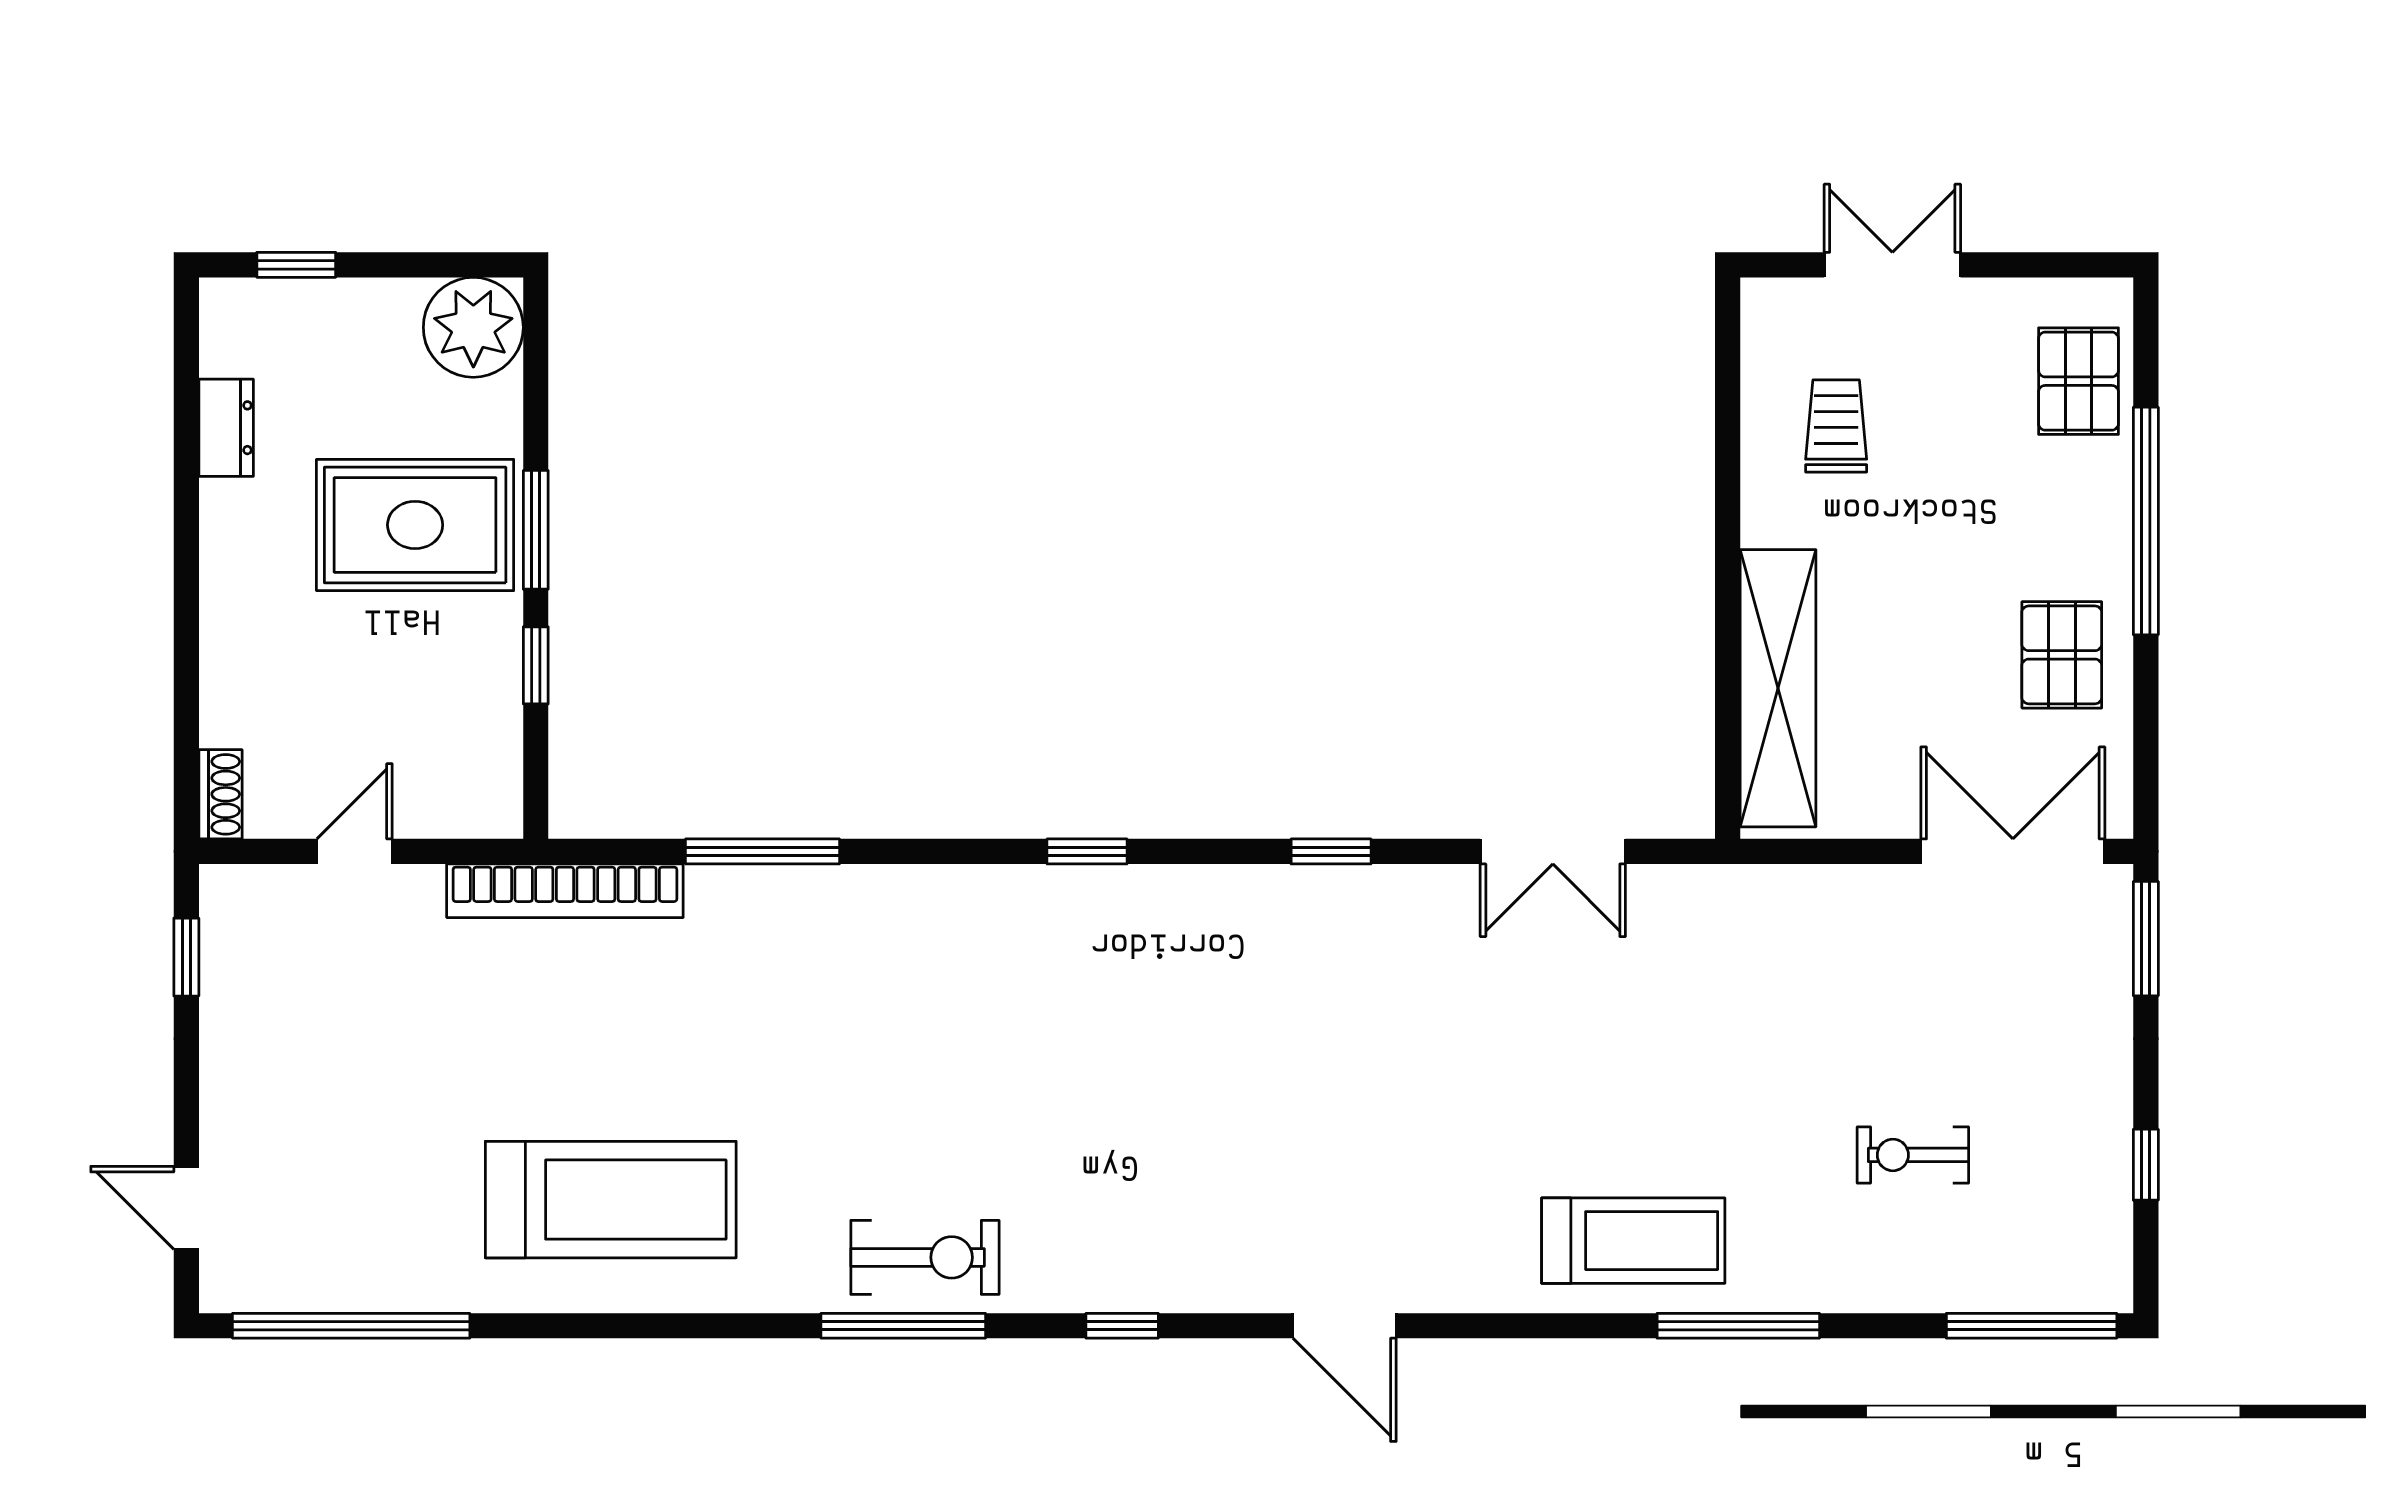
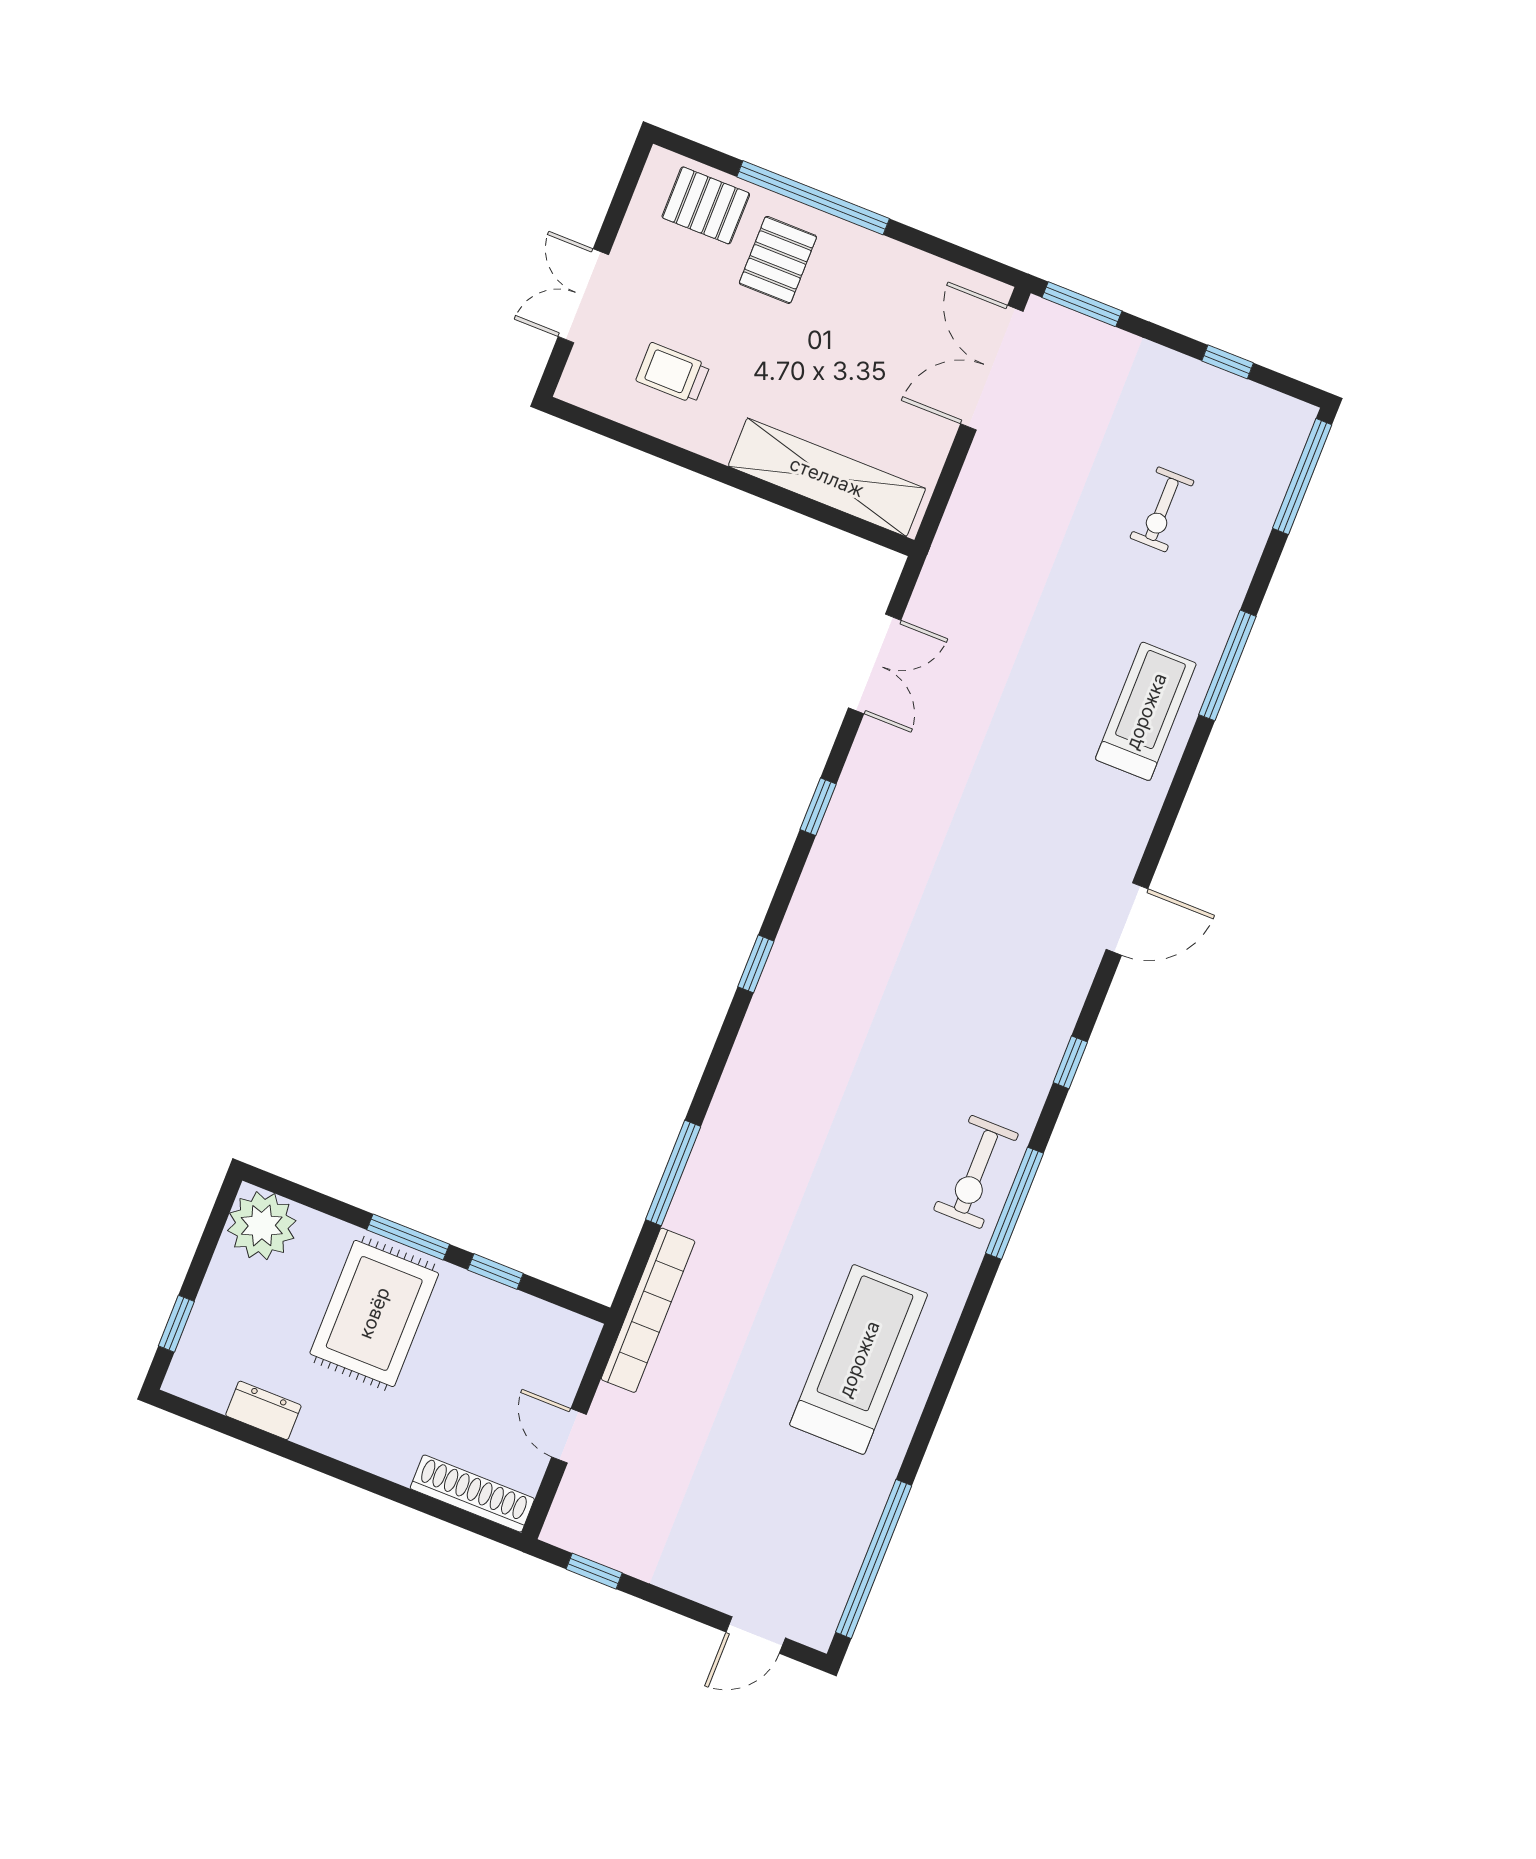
pallet: (2062, 655) -> (778, 260), moved, turned 90
shoe rack: (220, 794) -> (472, 1494), width x1.94, depth x1.24
exercise bike: (925, 1257) -> (976, 1172), turned 180

